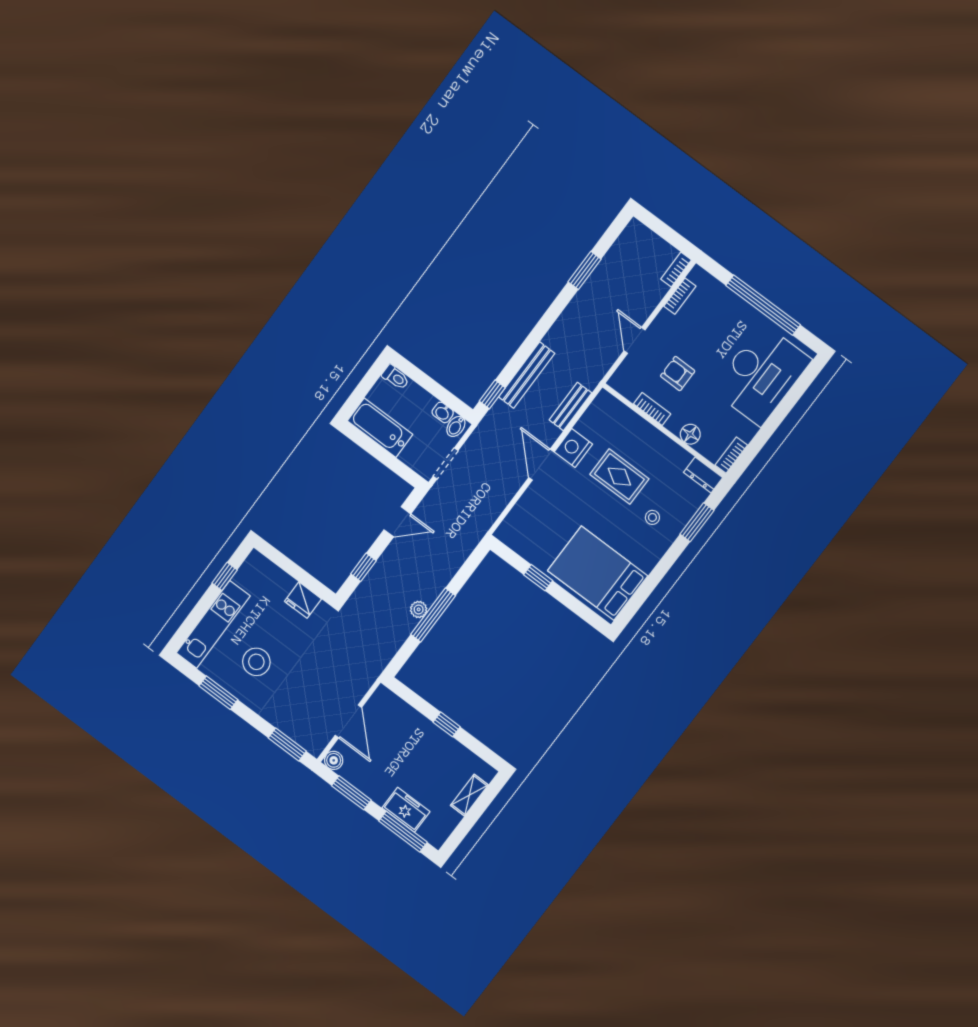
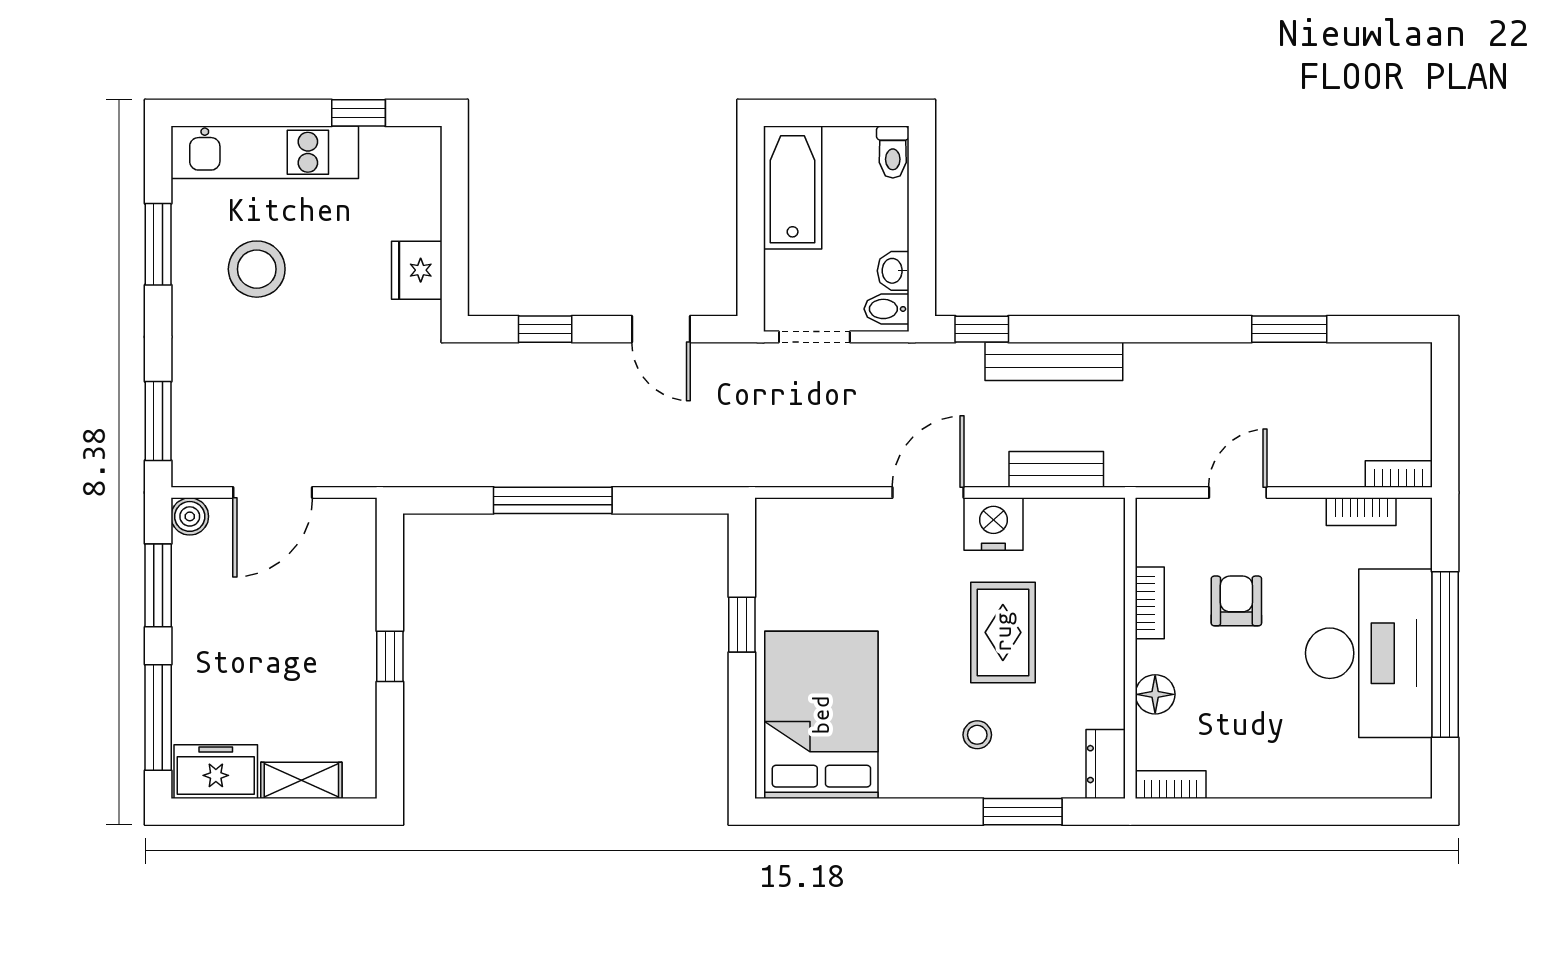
desk: (761, 375) -> (1369, 653), moved, turned -90
plant: (419, 609) -> (544, 470), removed
freezer: (406, 810) -> (216, 772), moved, turned -90

